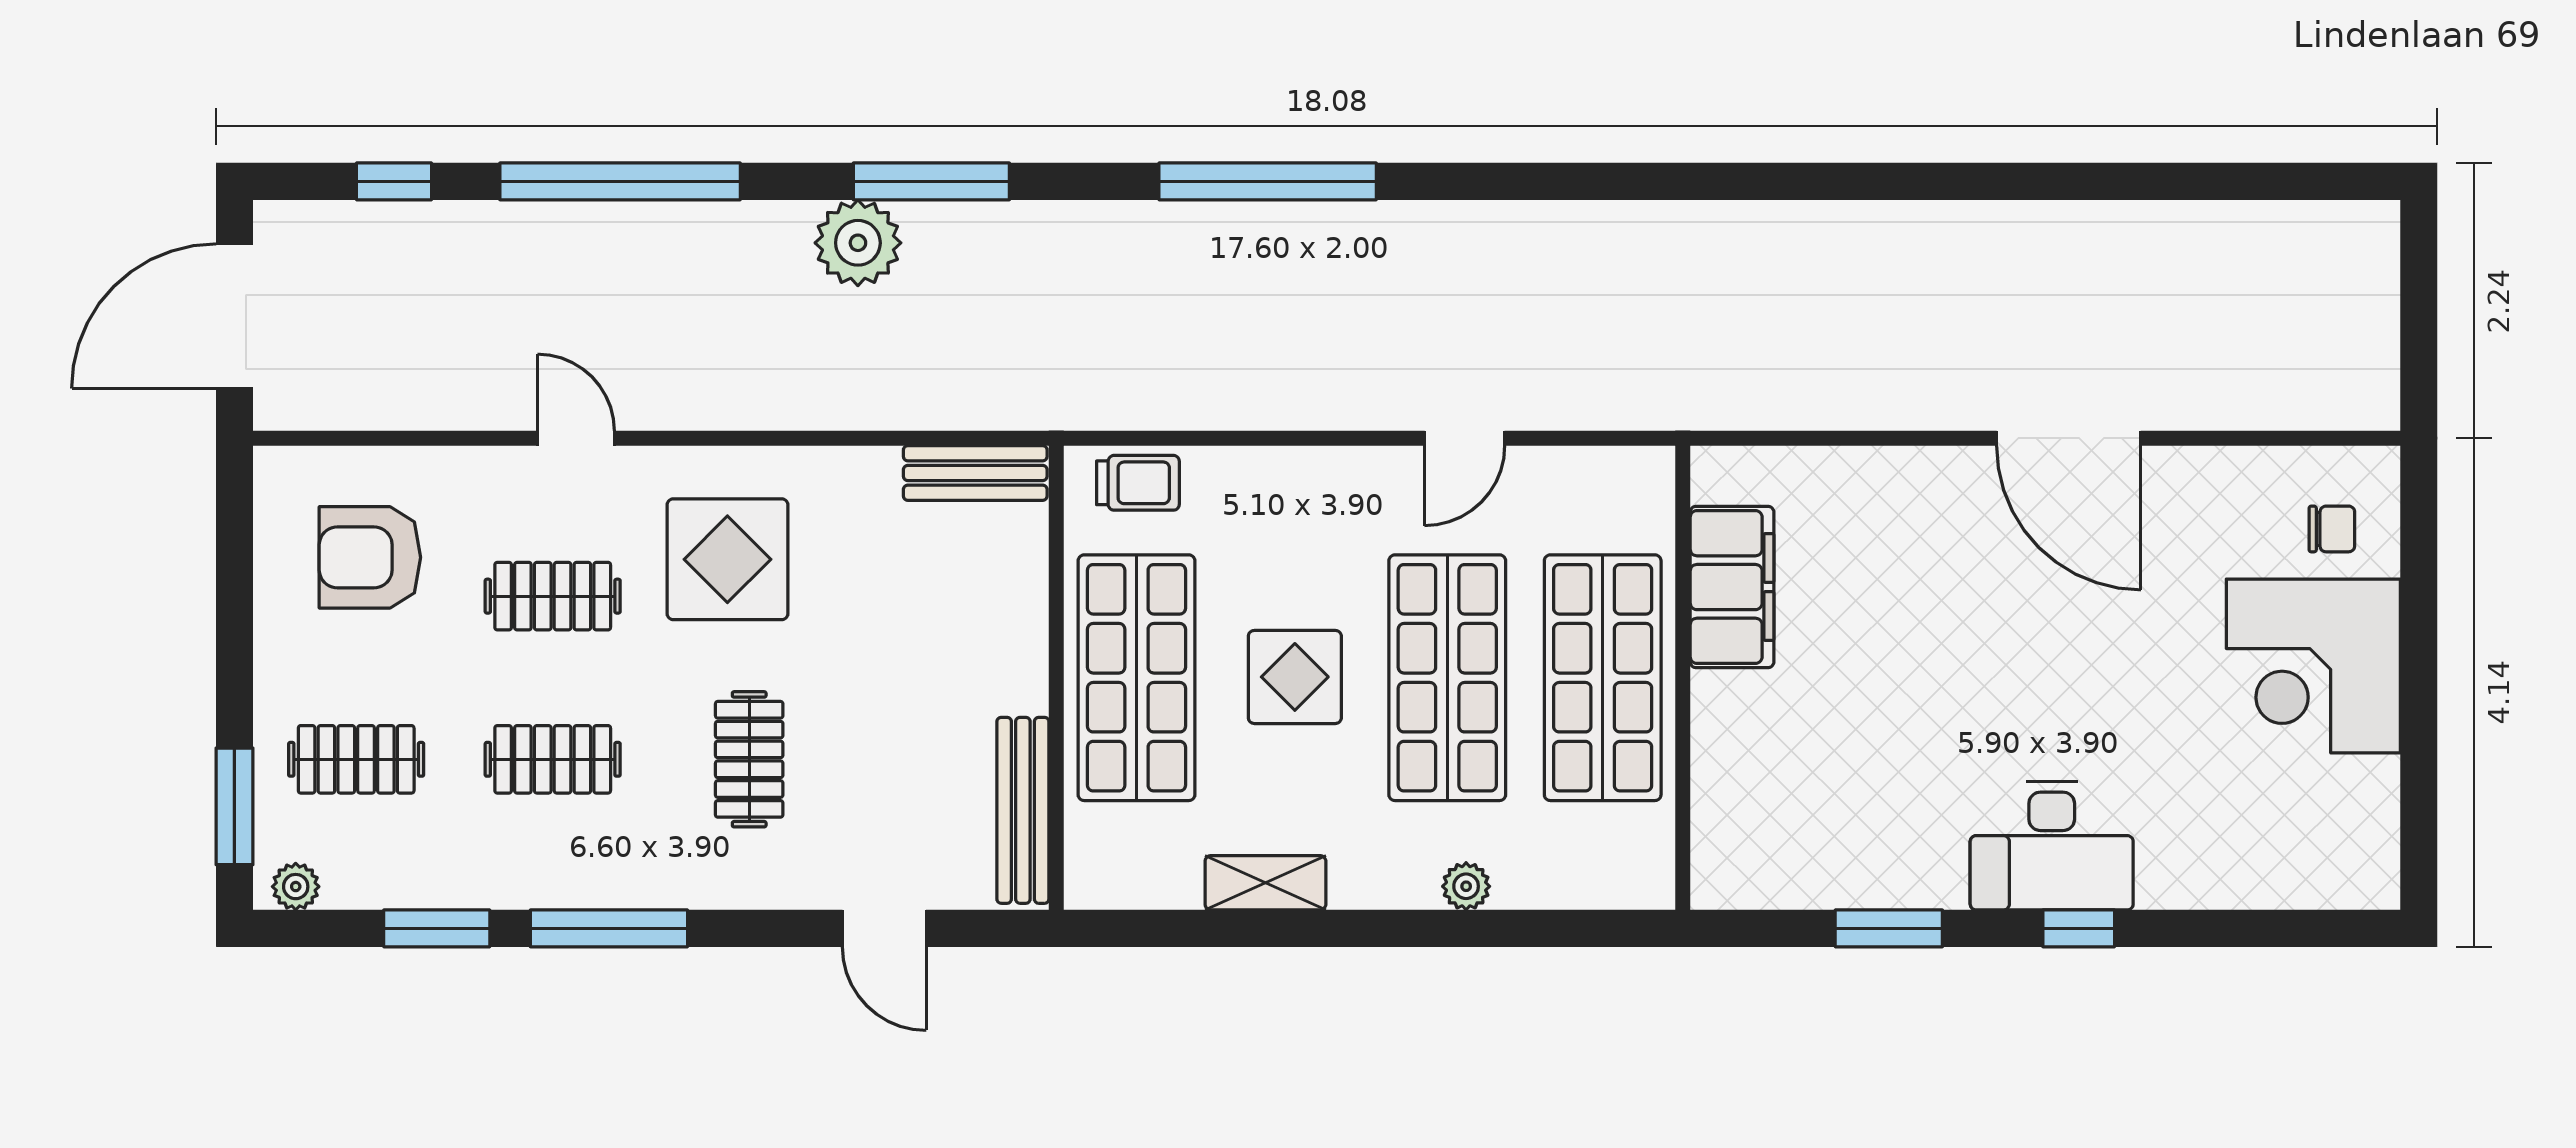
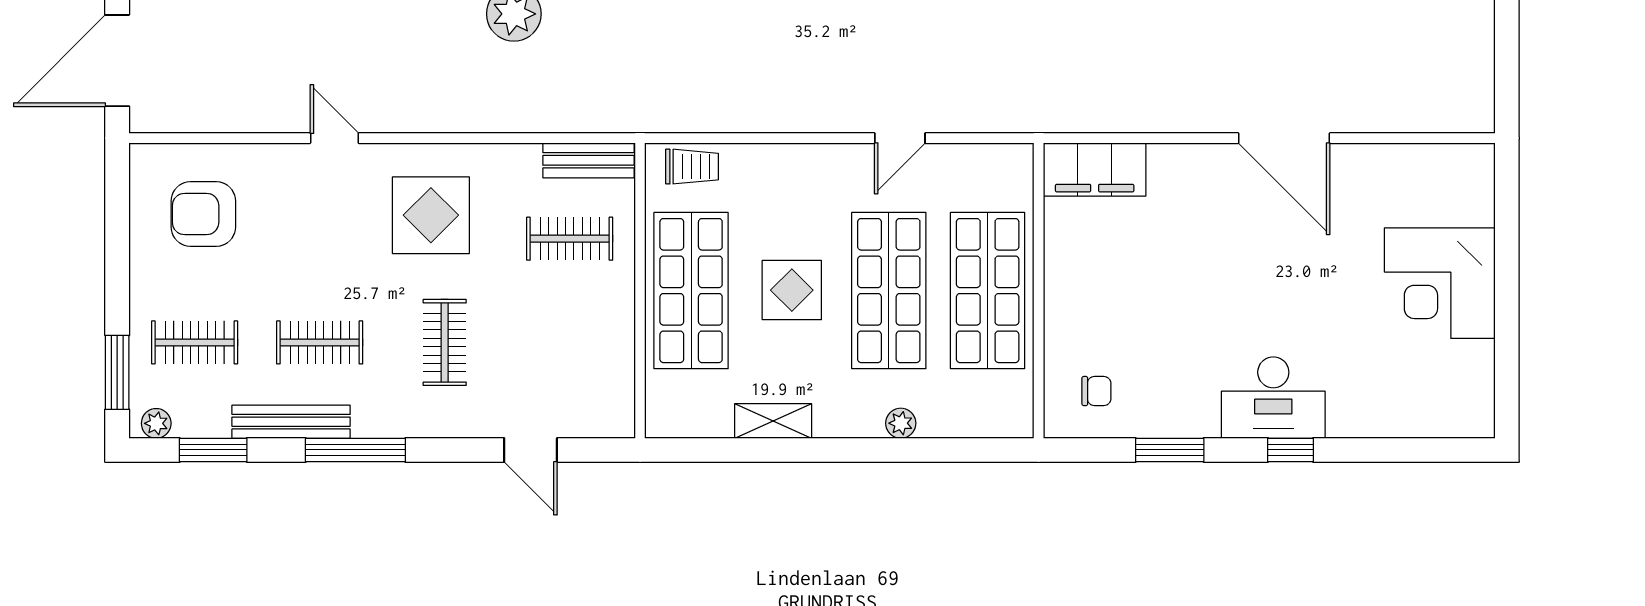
chair: (2332, 529) -> (1096, 391), moved
filing cabinet: (1732, 587) -> (1095, 169), moved, turned 90
clothes rail: (553, 596) -> (570, 239), moved
bench: (1023, 810) -> (291, 422), moved, turned 90
window: (437, 928) -> (213, 450), moved

